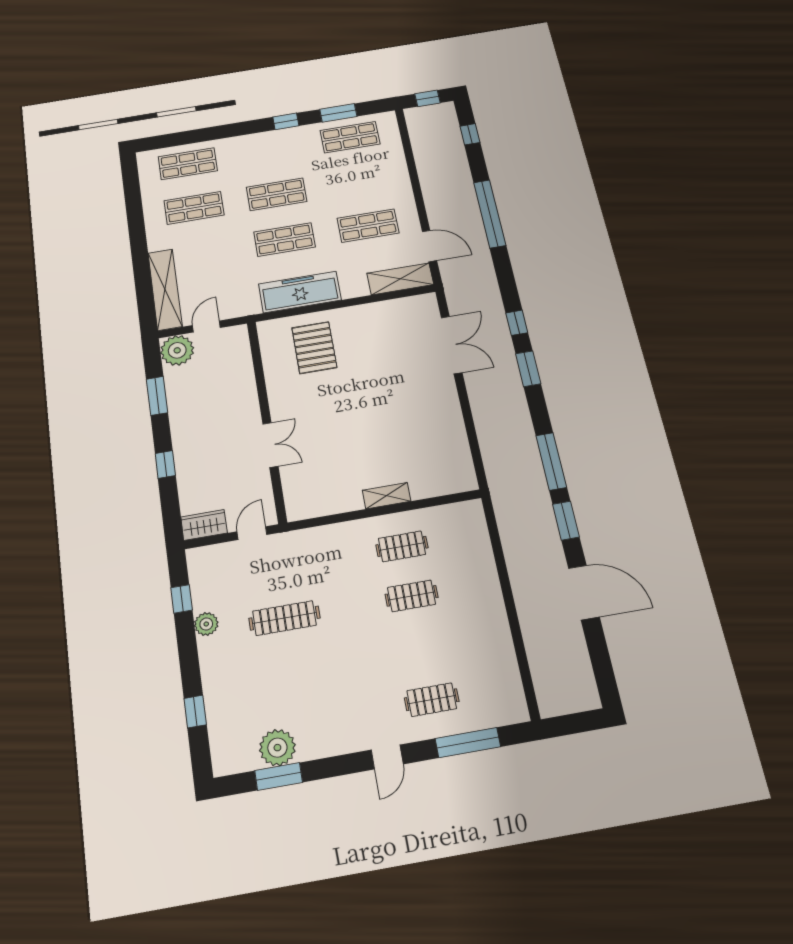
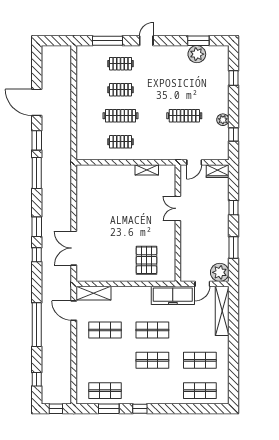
freezer: (300, 292) -> (173, 295), moved
shelving: (386, 496) -> (147, 170), moved
clothes rail: (412, 596) -> (121, 116), width x1.36
clothes rail: (421, 647) -> (121, 90), added

